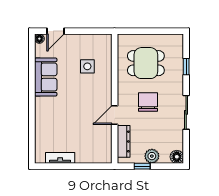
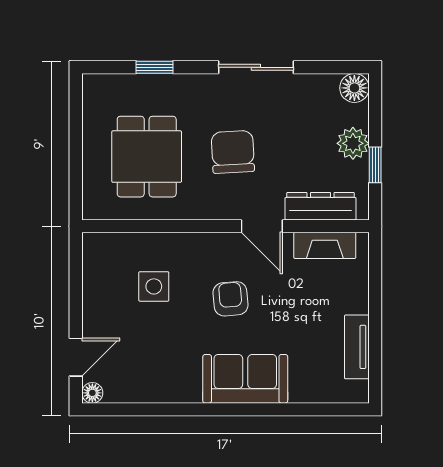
door: (55, 31) -> (76, 357), hinge flipped
sofa: (46, 77) -> (245, 379), moved
armchair: (82, 101) -> (231, 299), added
chair: (148, 102) -> (233, 152), turned 87
fireplace: (106, 143) -> (325, 245), added

